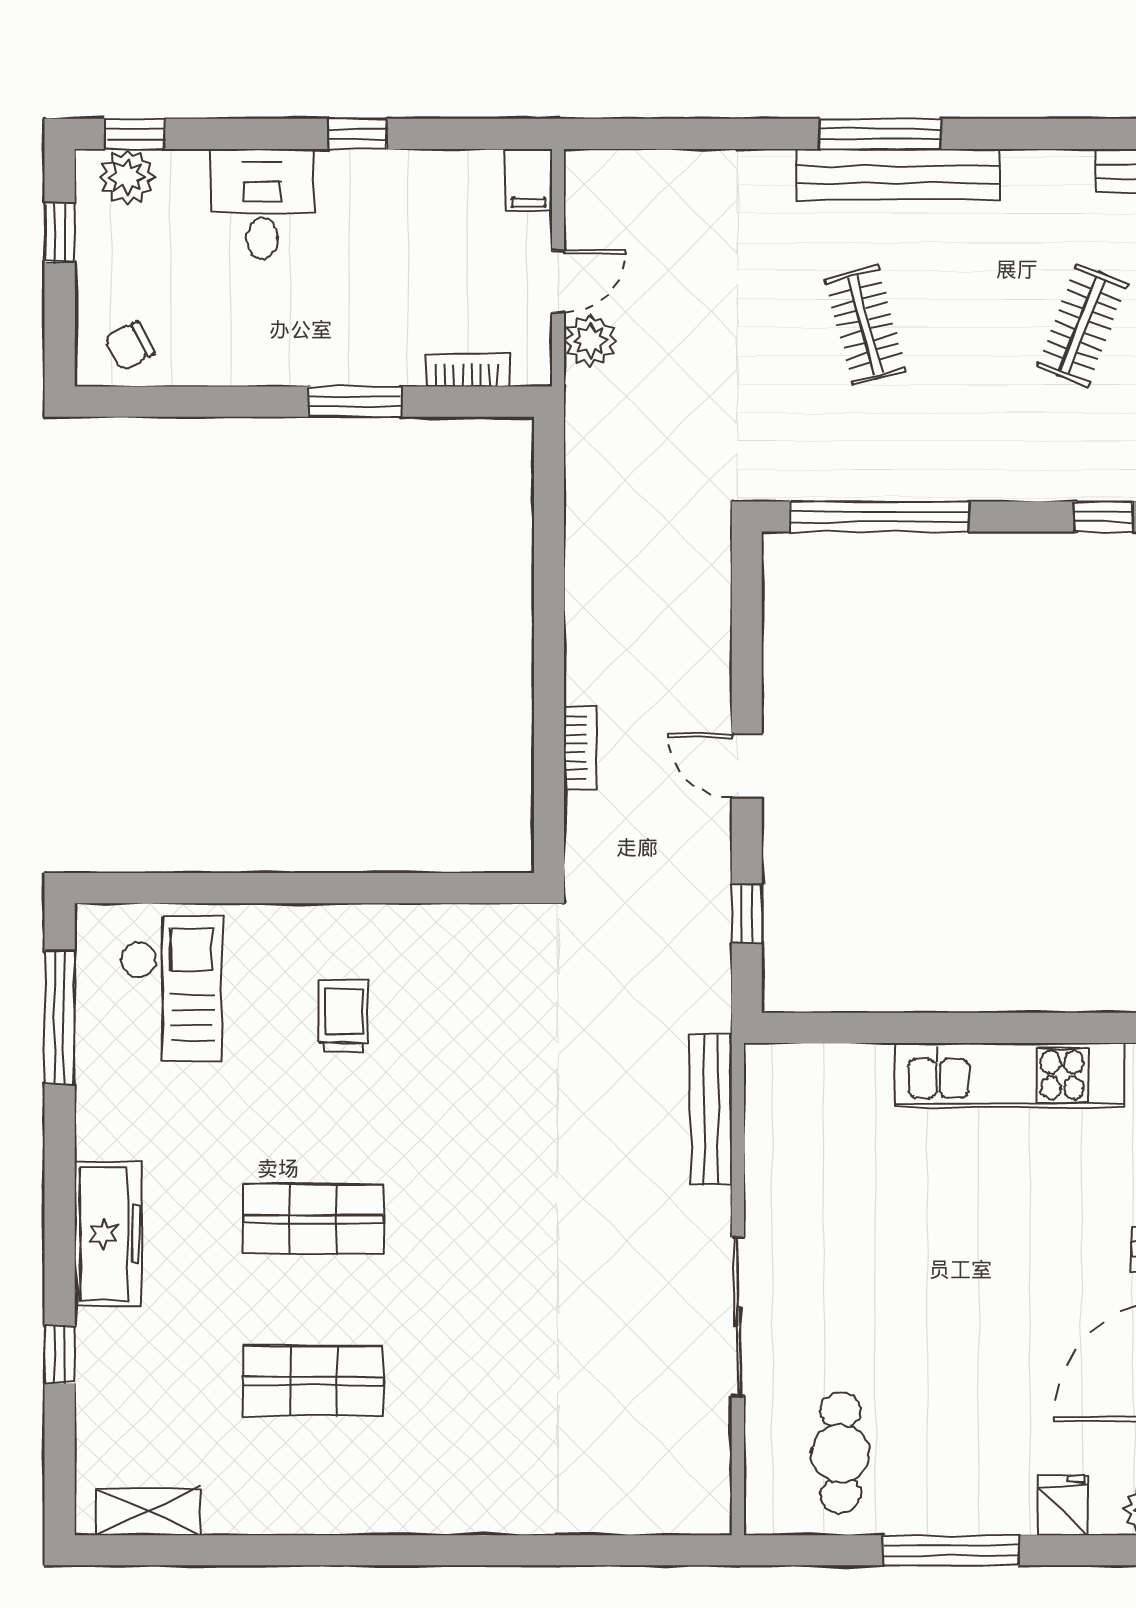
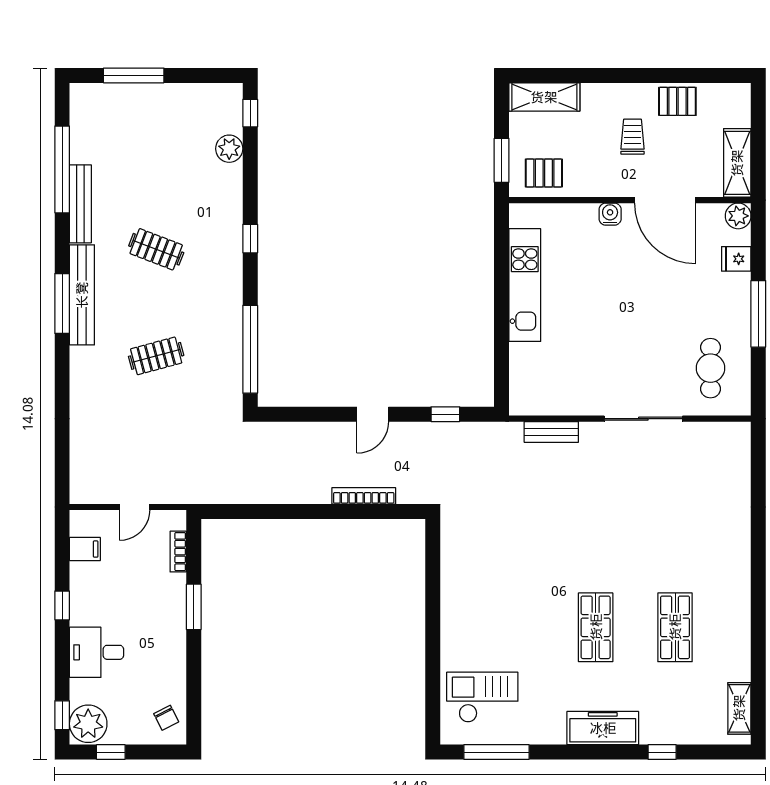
window: (880, 134) -> (62, 304), moved
bench: (898, 174) -> (82, 295), moved
plant: (127, 177) -> (88, 724), width x1.36, depth x1.36
filing cabinet: (529, 180) -> (85, 549), moved
door: (558, 281) -> (135, 507), swing flipped
plant: (590, 341) -> (164, 491), removed
bookcase: (581, 748) -> (364, 496), width x1.56
trolley: (344, 1016) -> (496, 612), removed
bench: (711, 1109) -> (551, 432), width x0.73
cafe table: (841, 1453) -> (711, 368), turned 90

